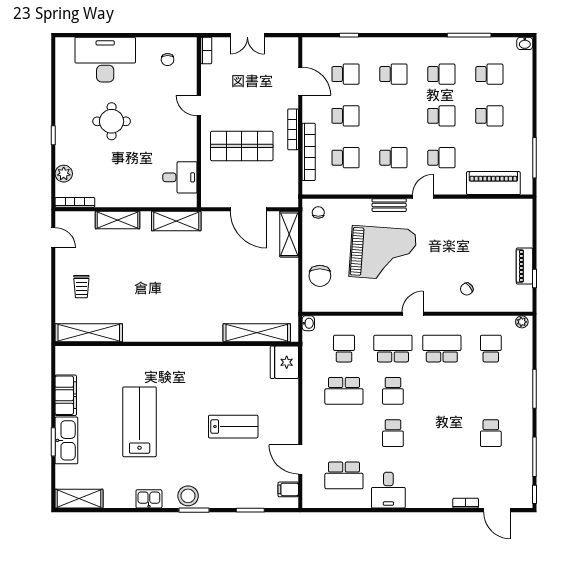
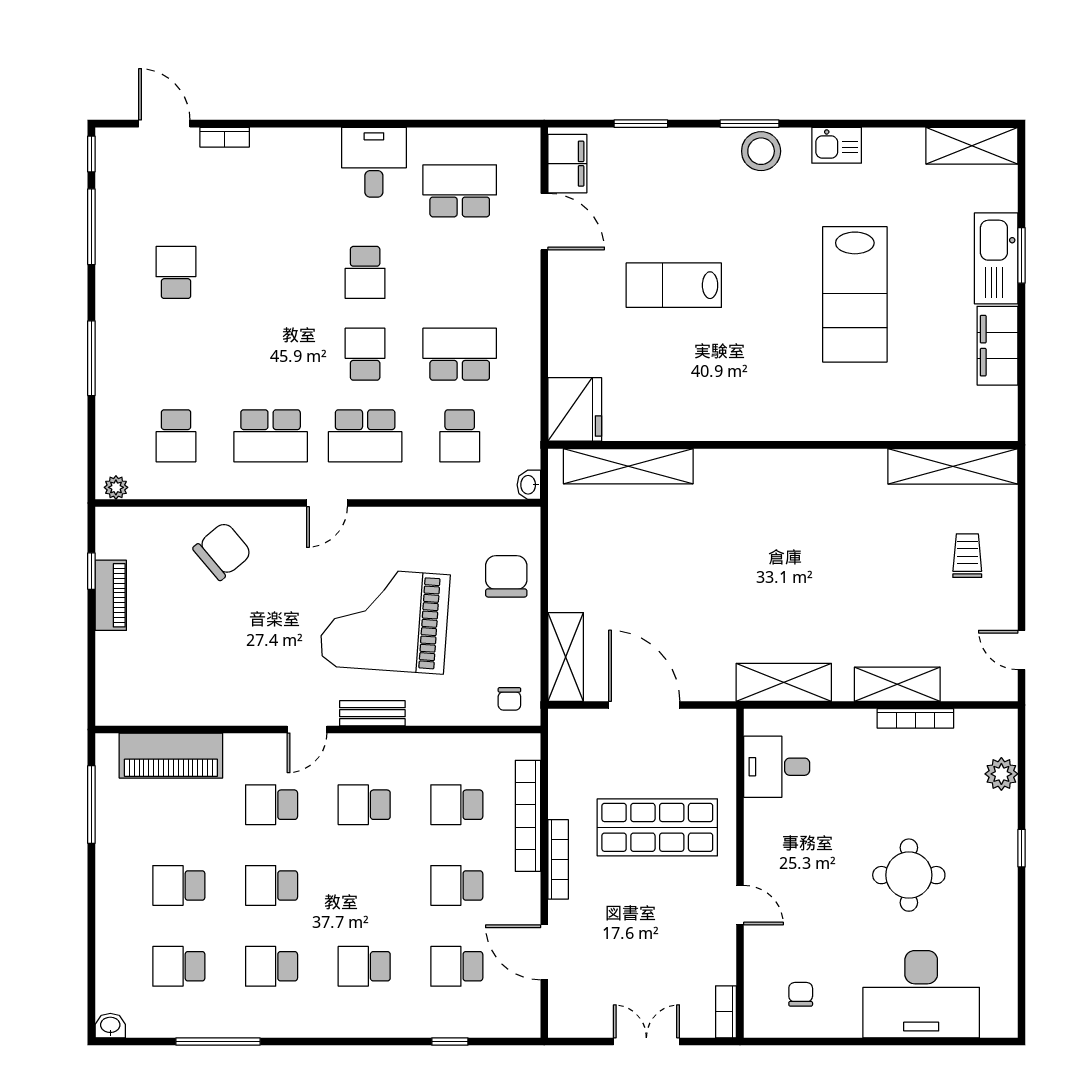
bookcase: (75, 202) -> (915, 718), moved
chair: (467, 289) -> (222, 551), width x1.87, depth x1.87
school desk: (393, 433) -> (365, 272), turned 180
filing cabinet: (288, 489) -> (567, 164), width x2.00

